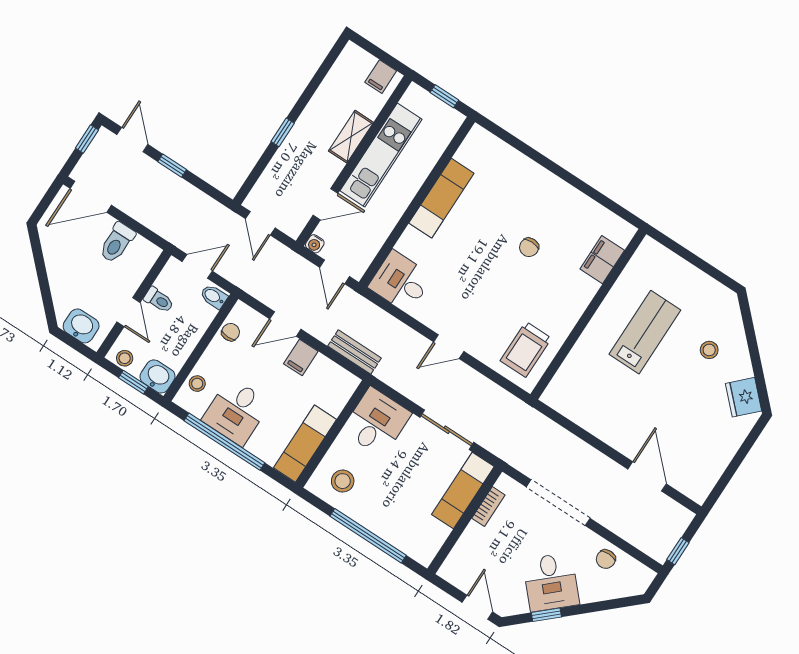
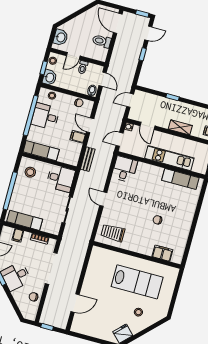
kitchen unit: (381, 155) -> (169, 158), moved, turned 180
exam couch: (441, 198) -> (180, 179), moved
lab bench: (645, 332) -> (137, 282), width x1.36, depth x1.39
exam couch: (463, 491) -> (25, 220), moved
filing cabinet: (467, 550) -> (18, 235), added

